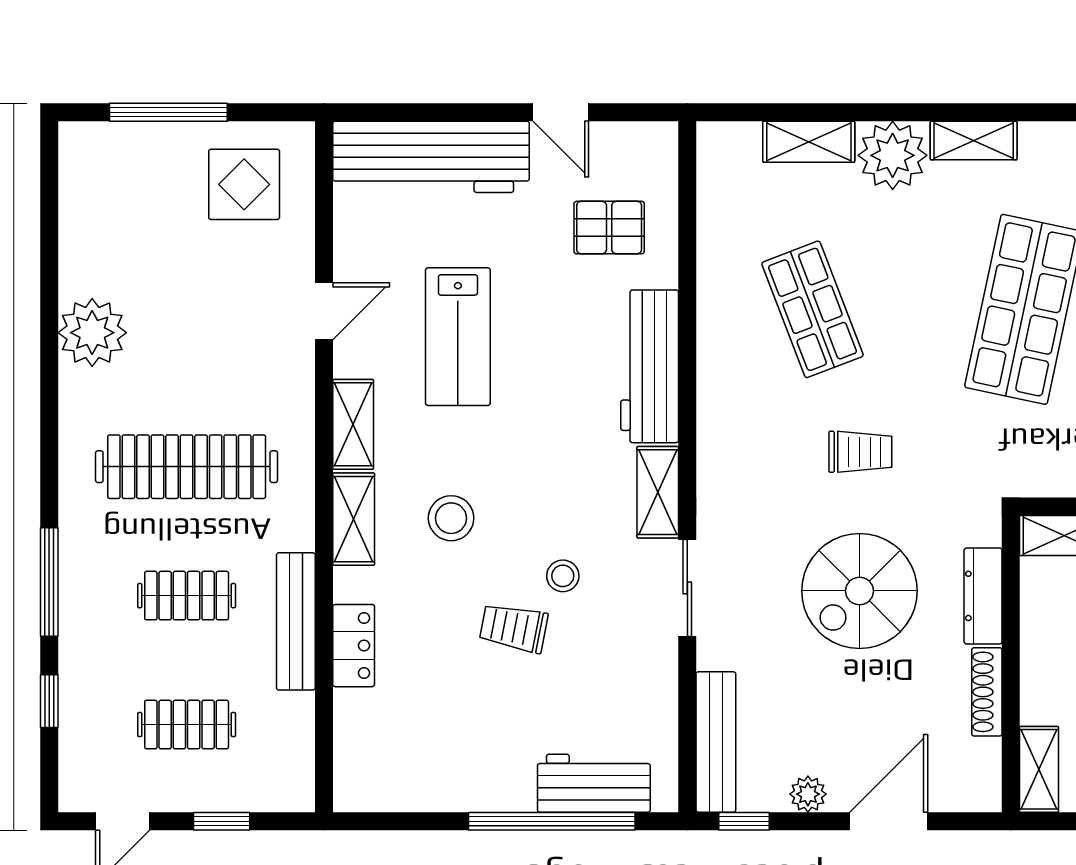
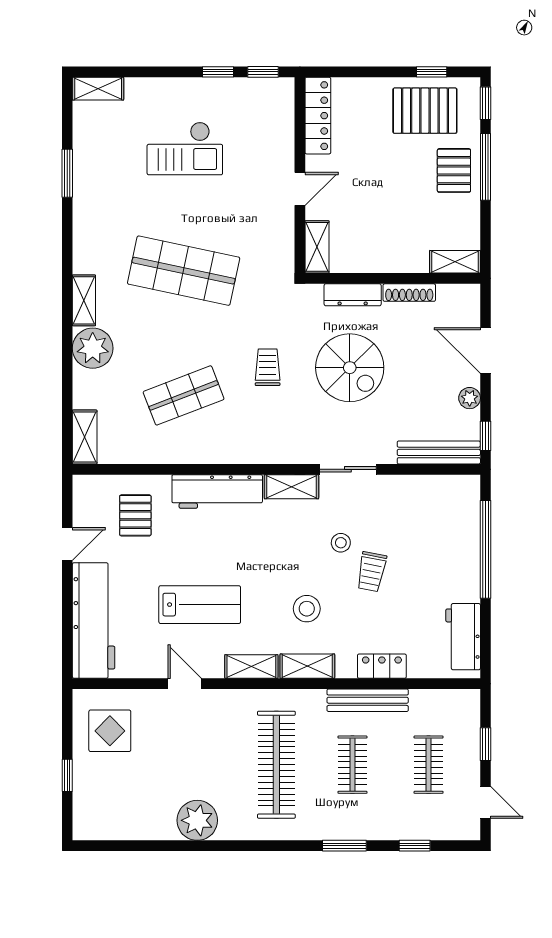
window: (168, 112) -> (67, 775), width x0.46
shelving: (809, 142) -> (85, 437), moved
window: (49, 582) -> (344, 846), width x0.69
workbench: (594, 783) -> (463, 637), moved

